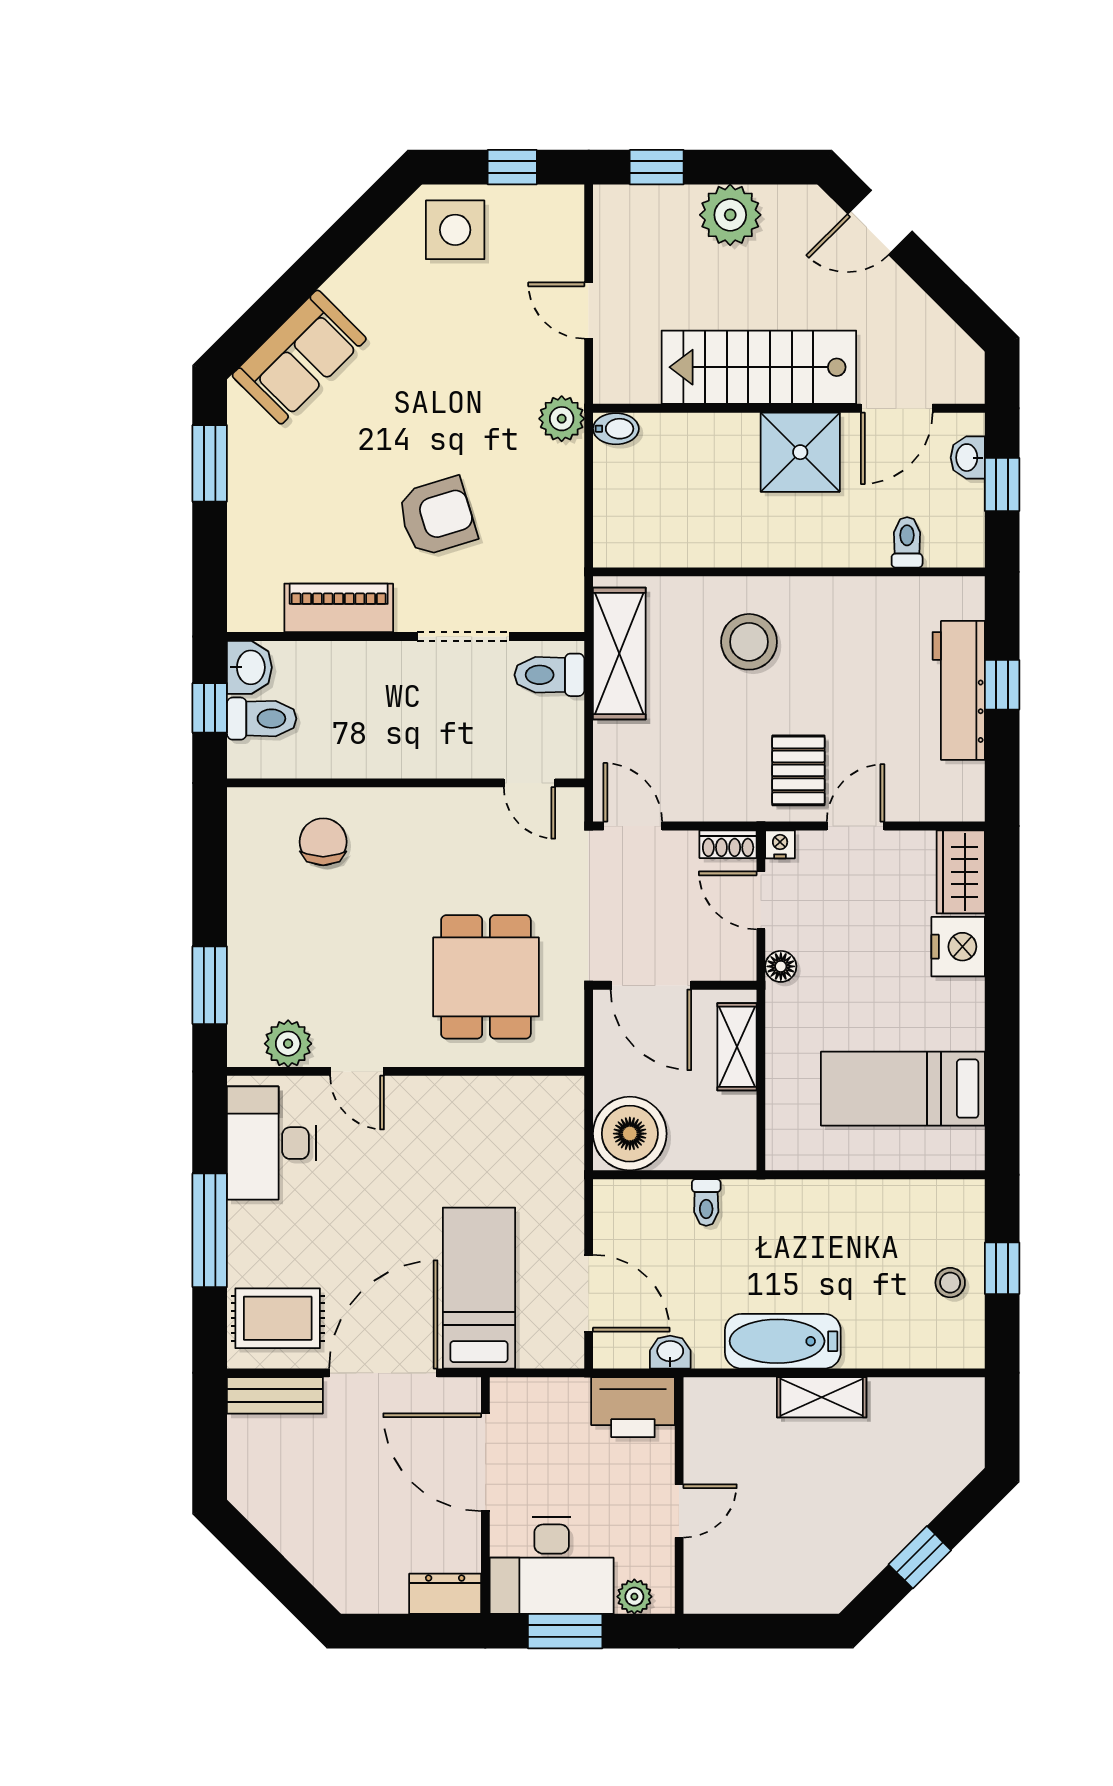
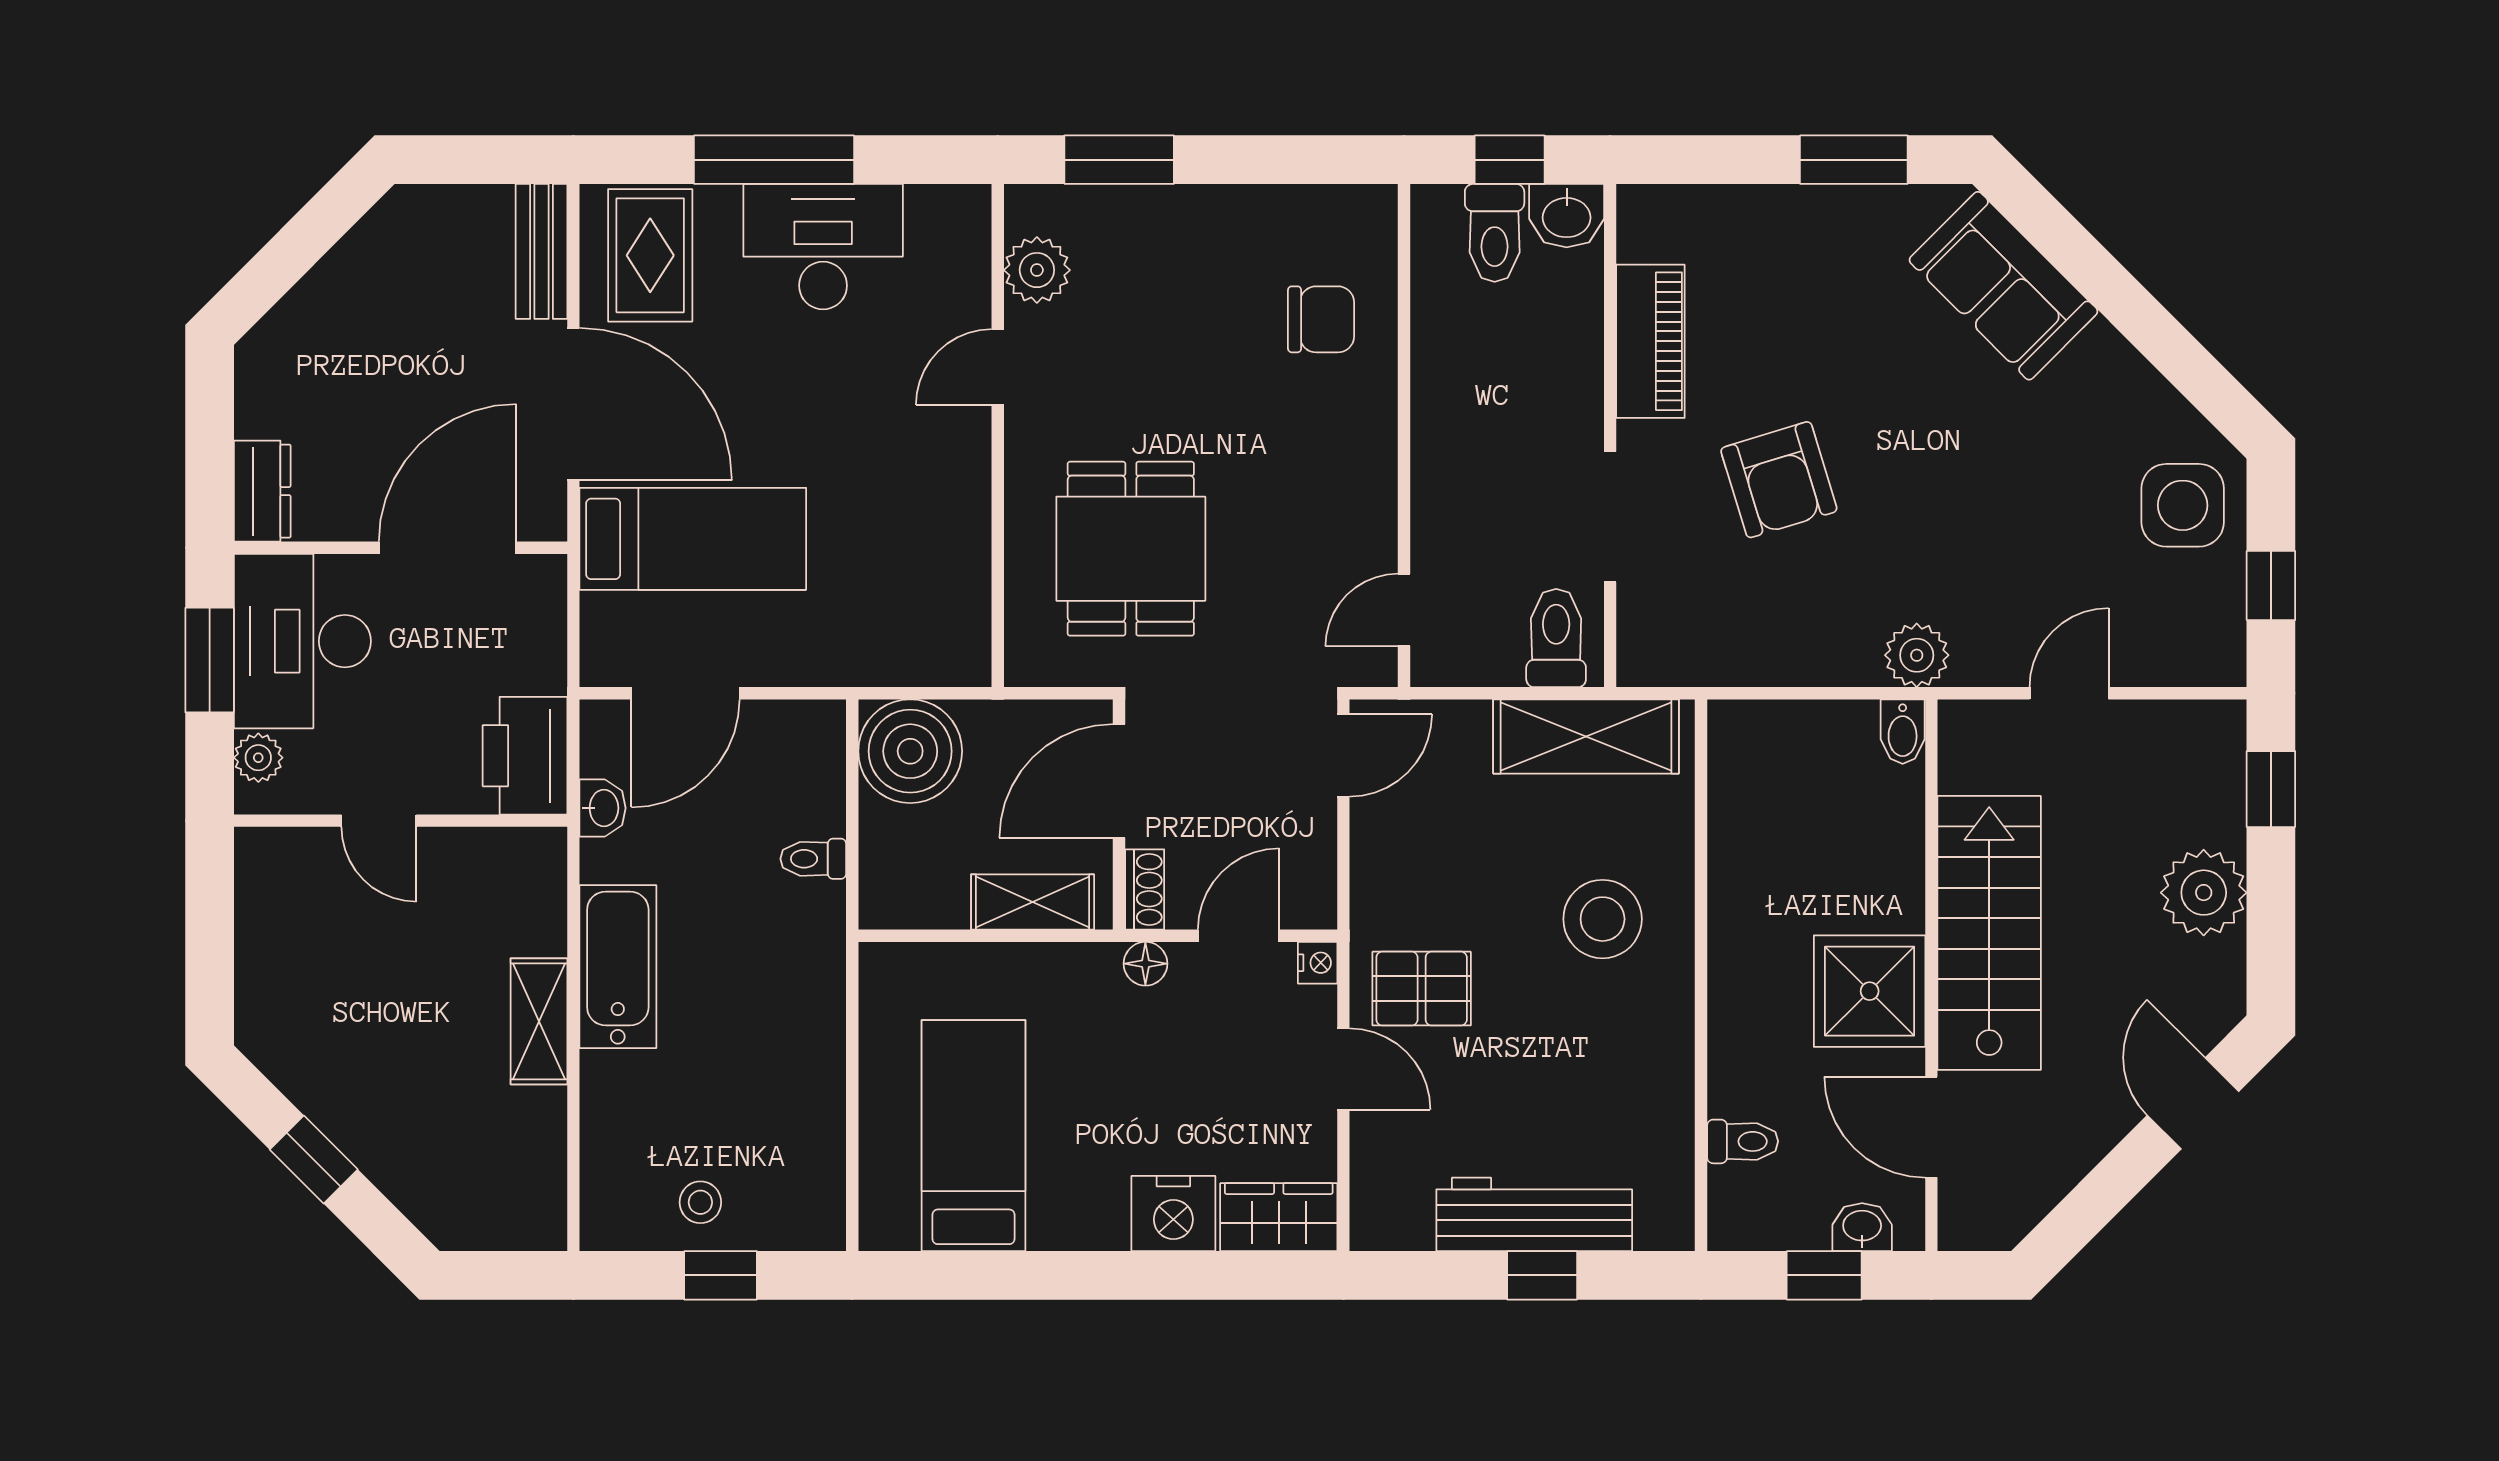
shoe rack: (728, 844) -> (1145, 889), moved, turned 180
dining table: (486, 977) -> (1131, 549), turned 90
desk: (271, 1143) -> (823, 247), moved

